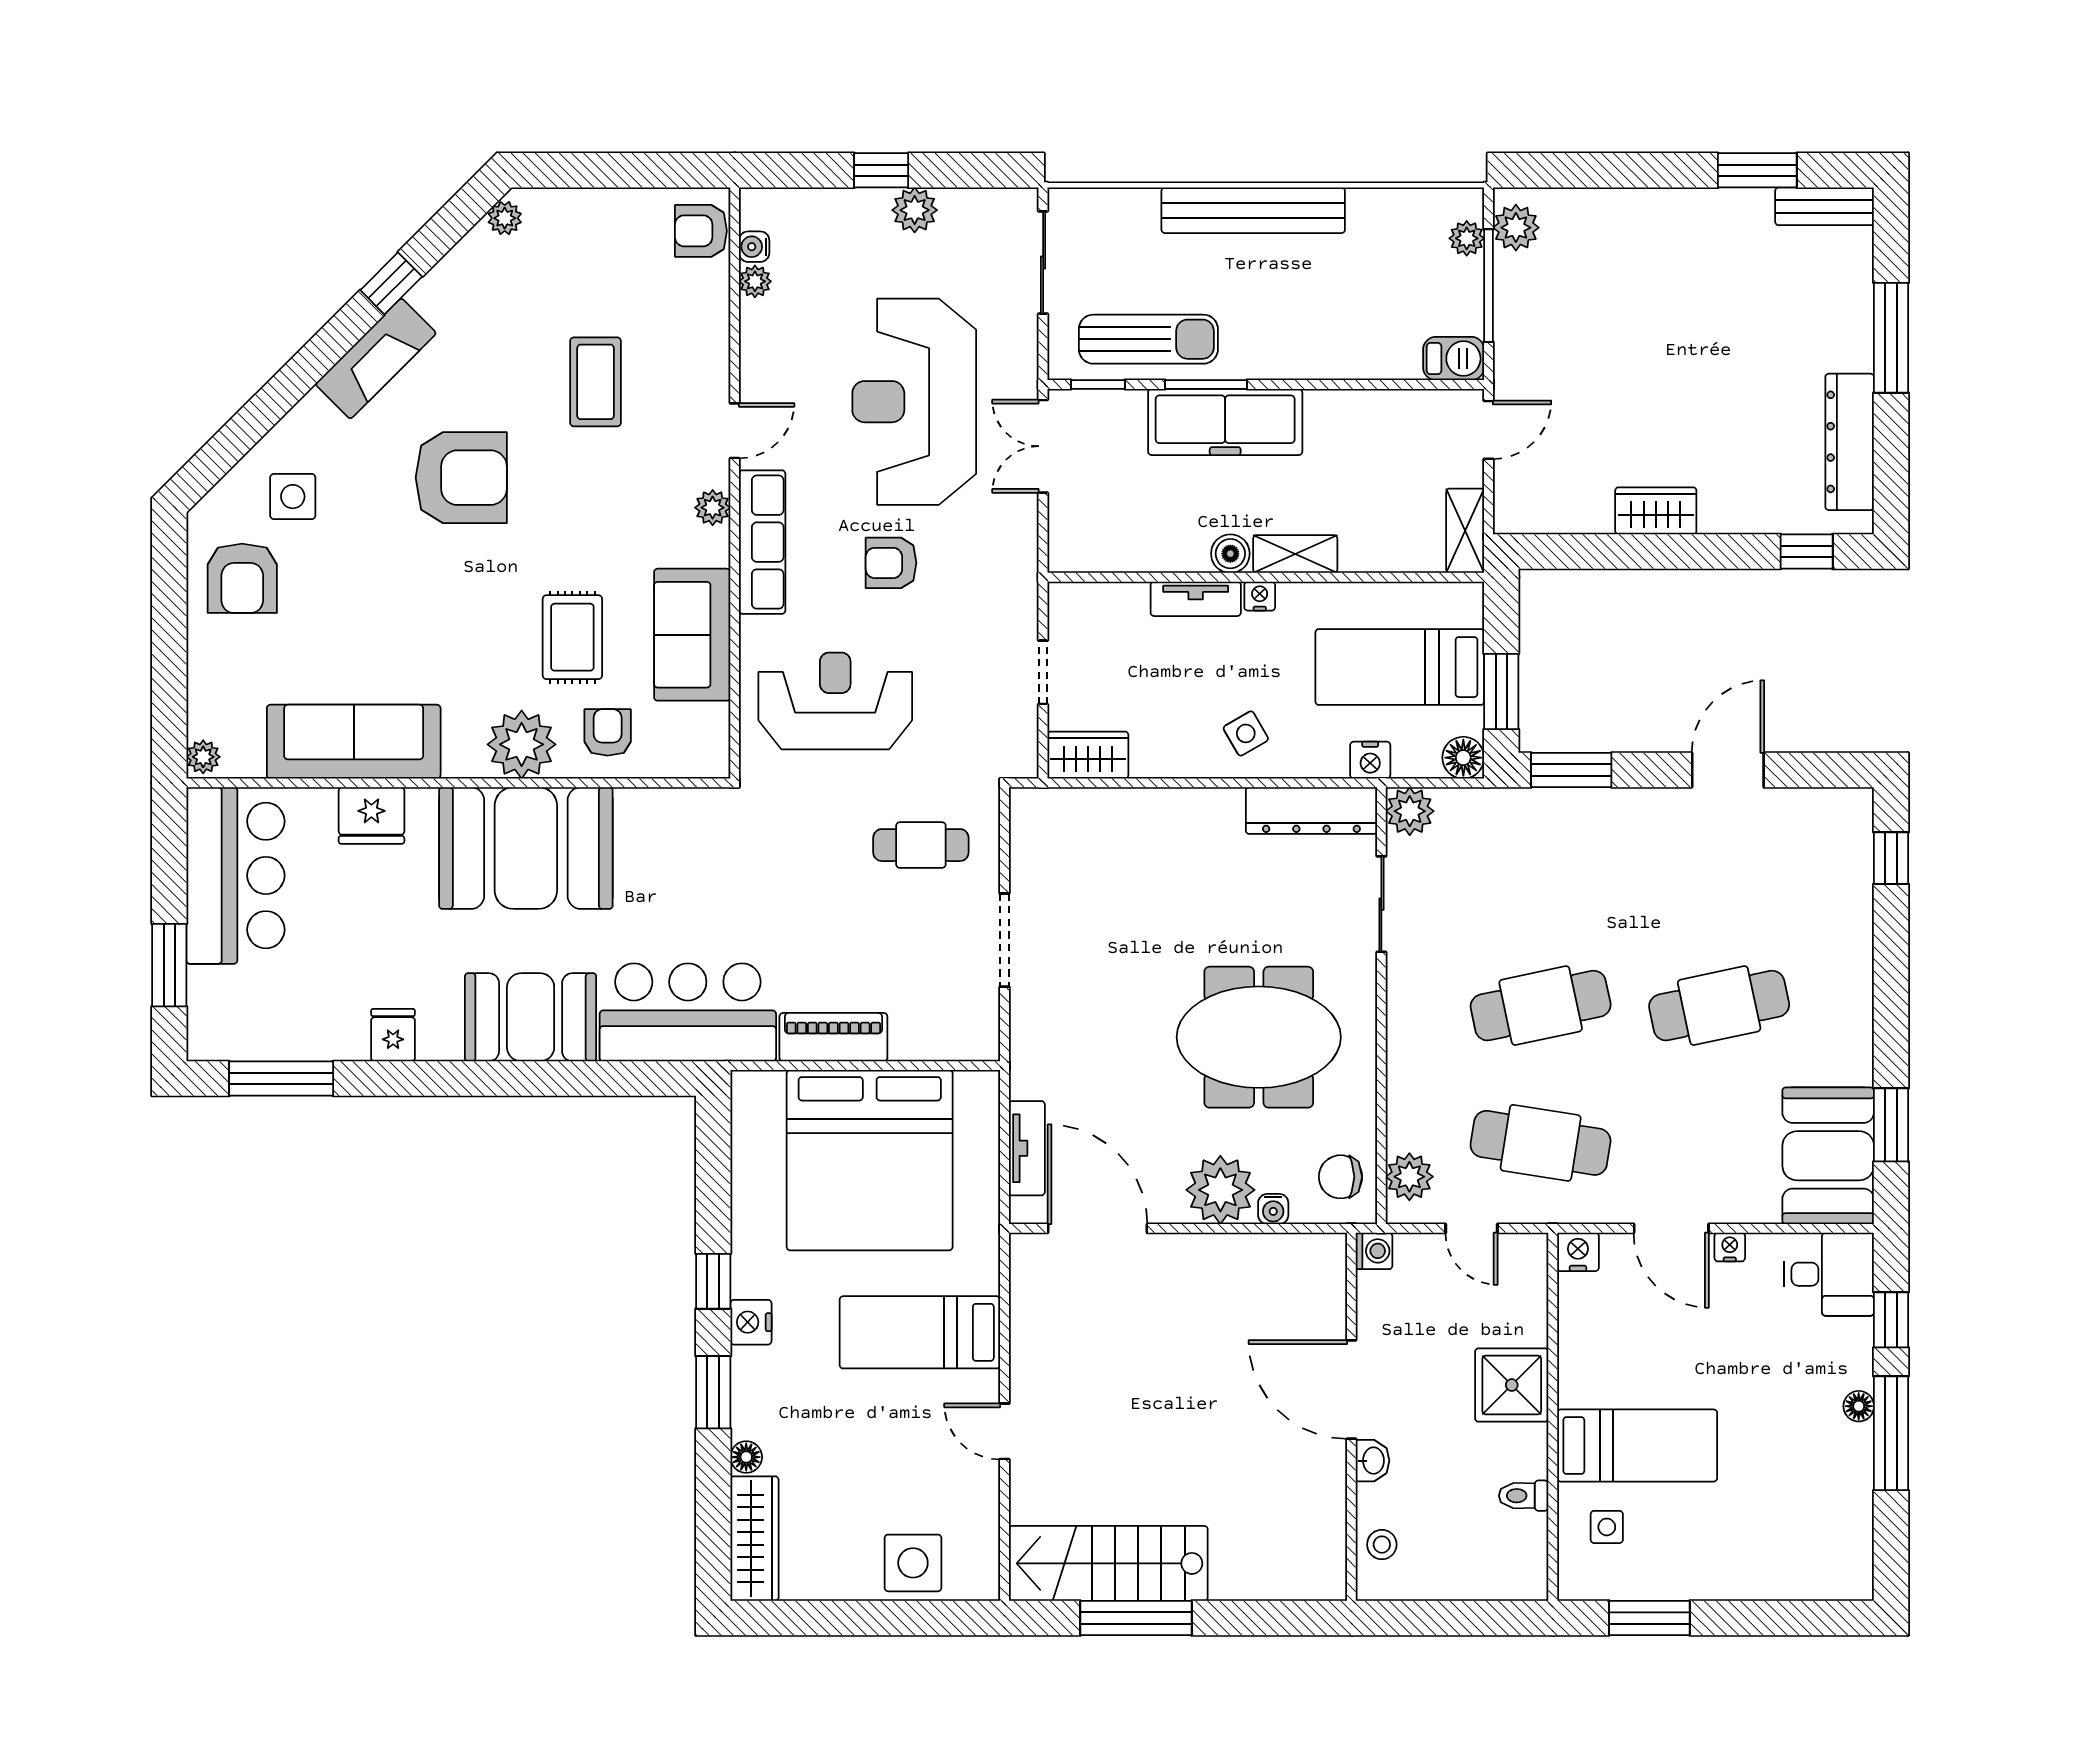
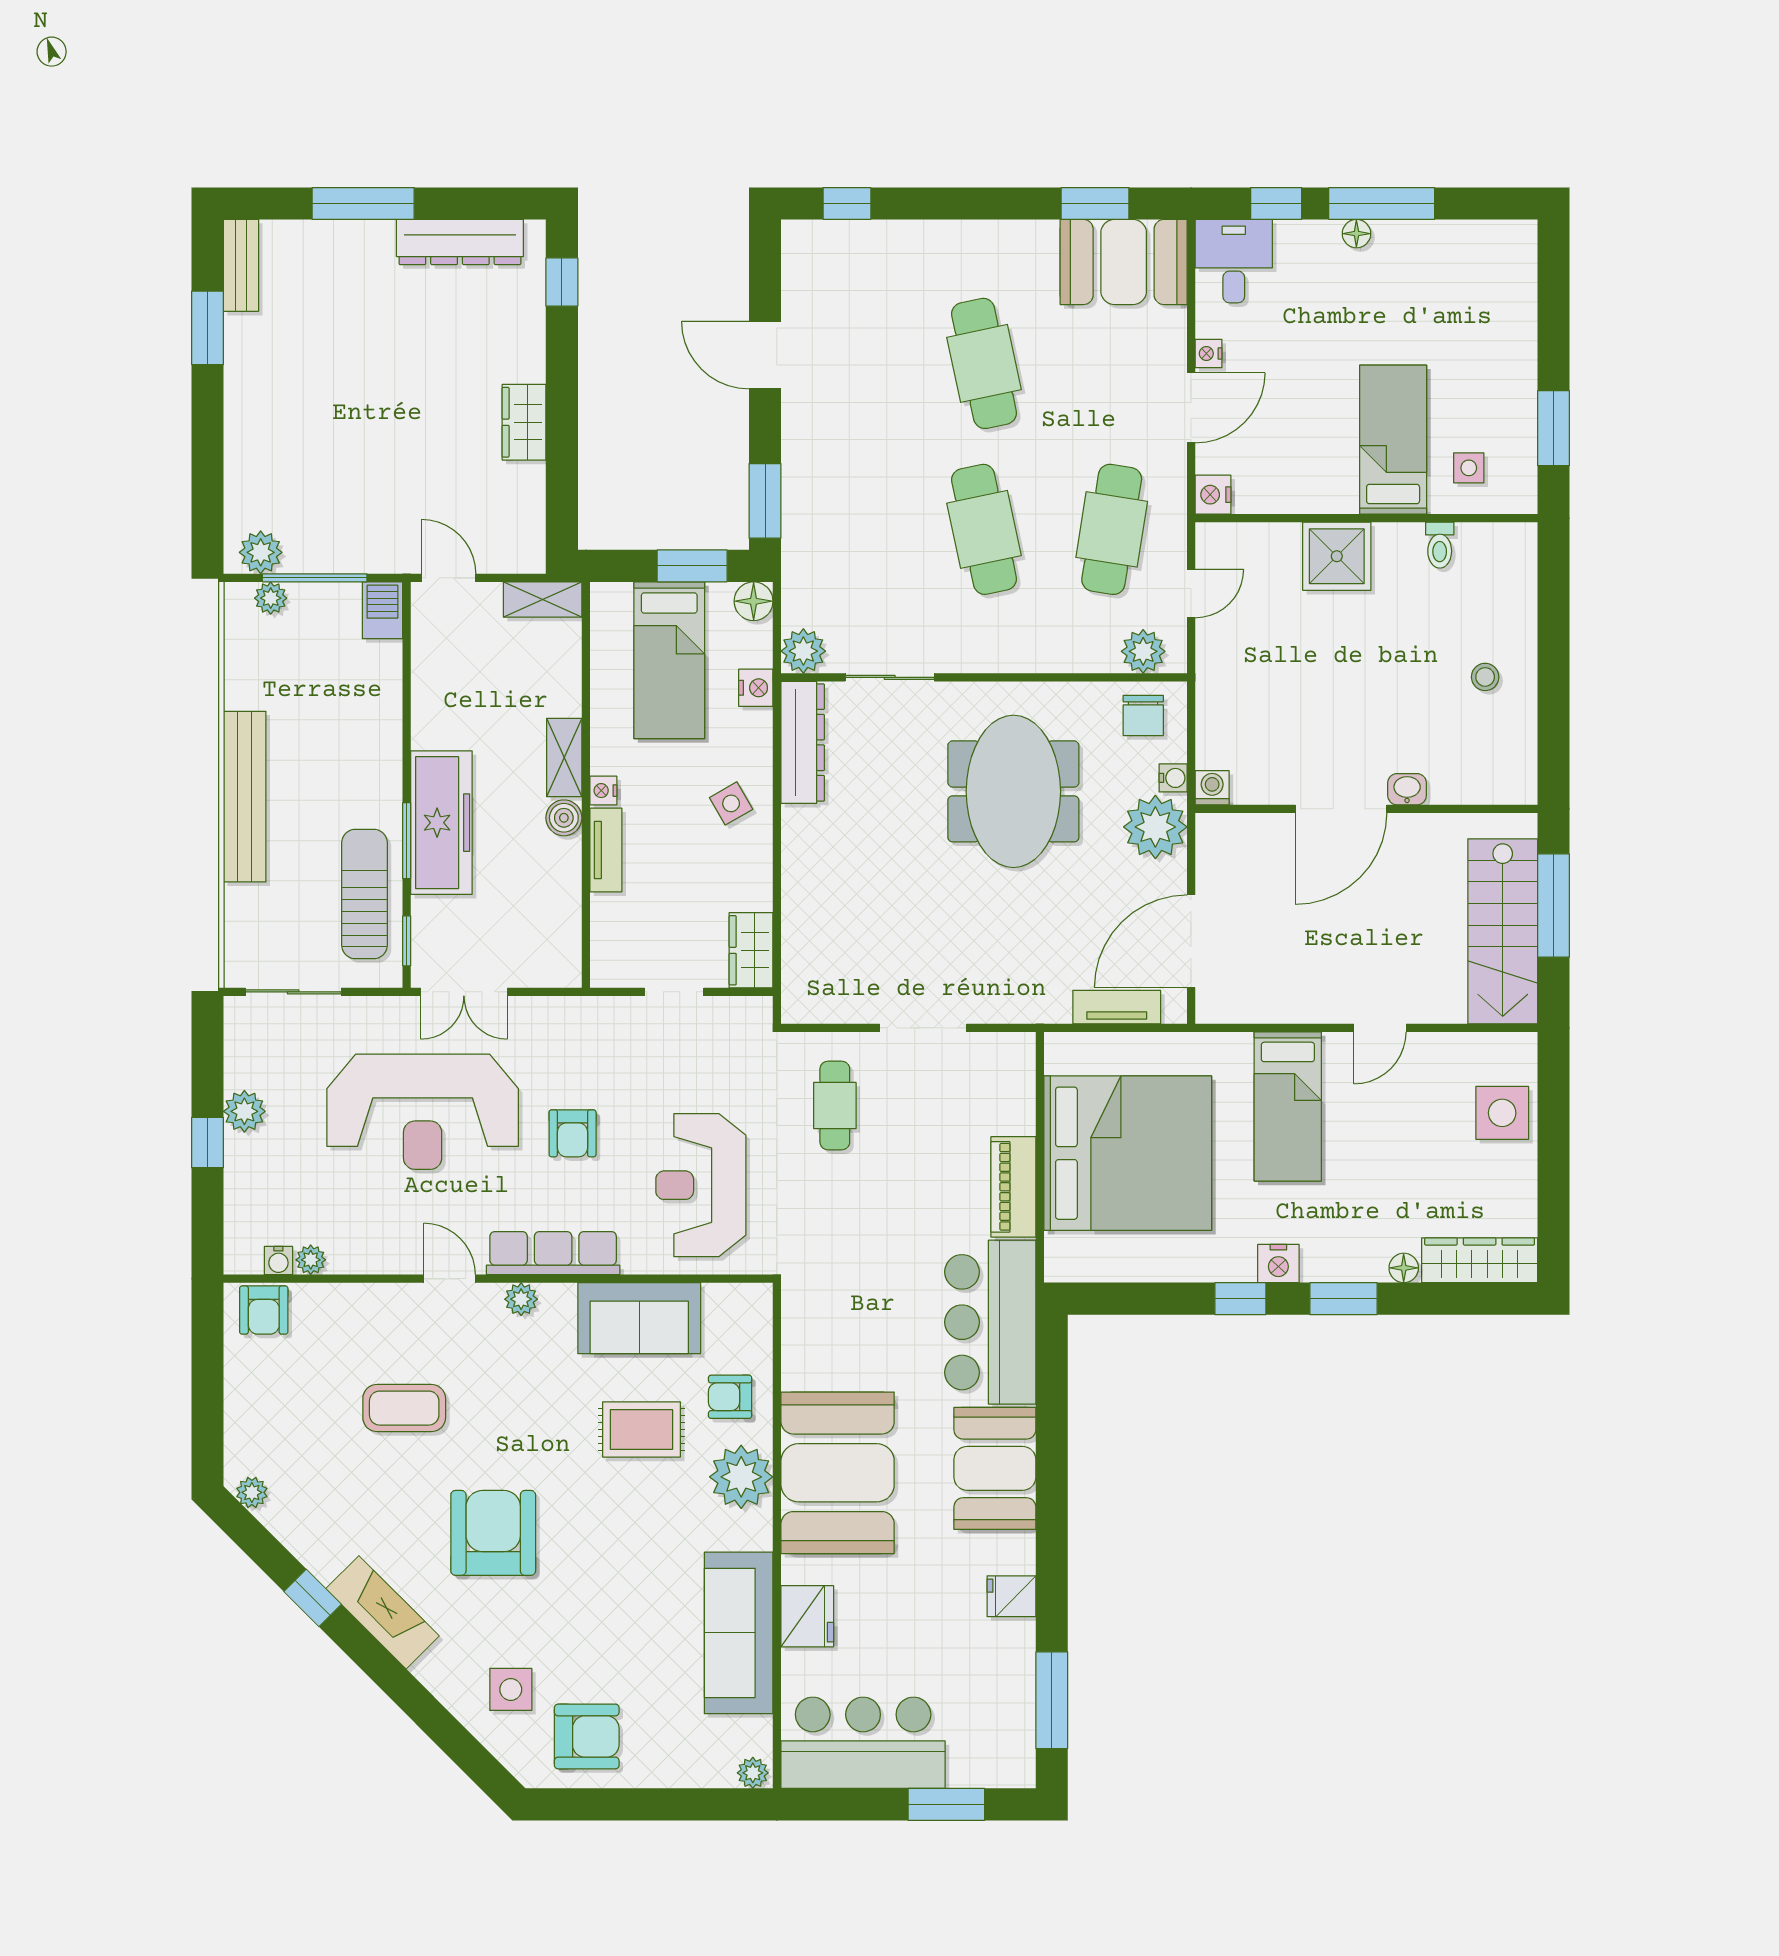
washing machine: (1374, 1251) -> (1212, 788), moved
door: (1351, 1389) -> (1341, 809), moved
wall: (1351, 1417) -> (1366, 809), moved
washbasin: (1372, 1461) -> (1407, 789), moved

